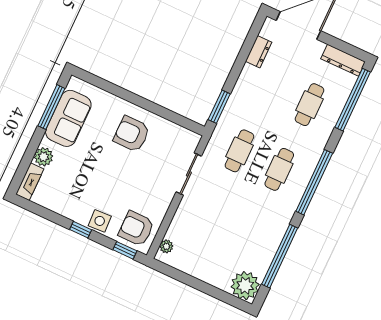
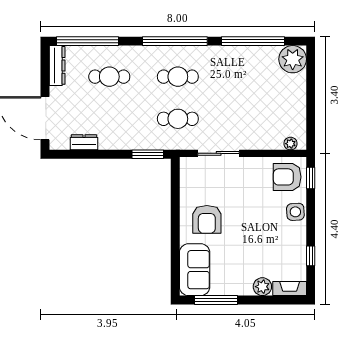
sofa: (68, 118) -> (195, 270), moved, turned 90
armchair: (136, 229) -> (287, 177), turned 90
window: (81, 230) -> (311, 256), moved

